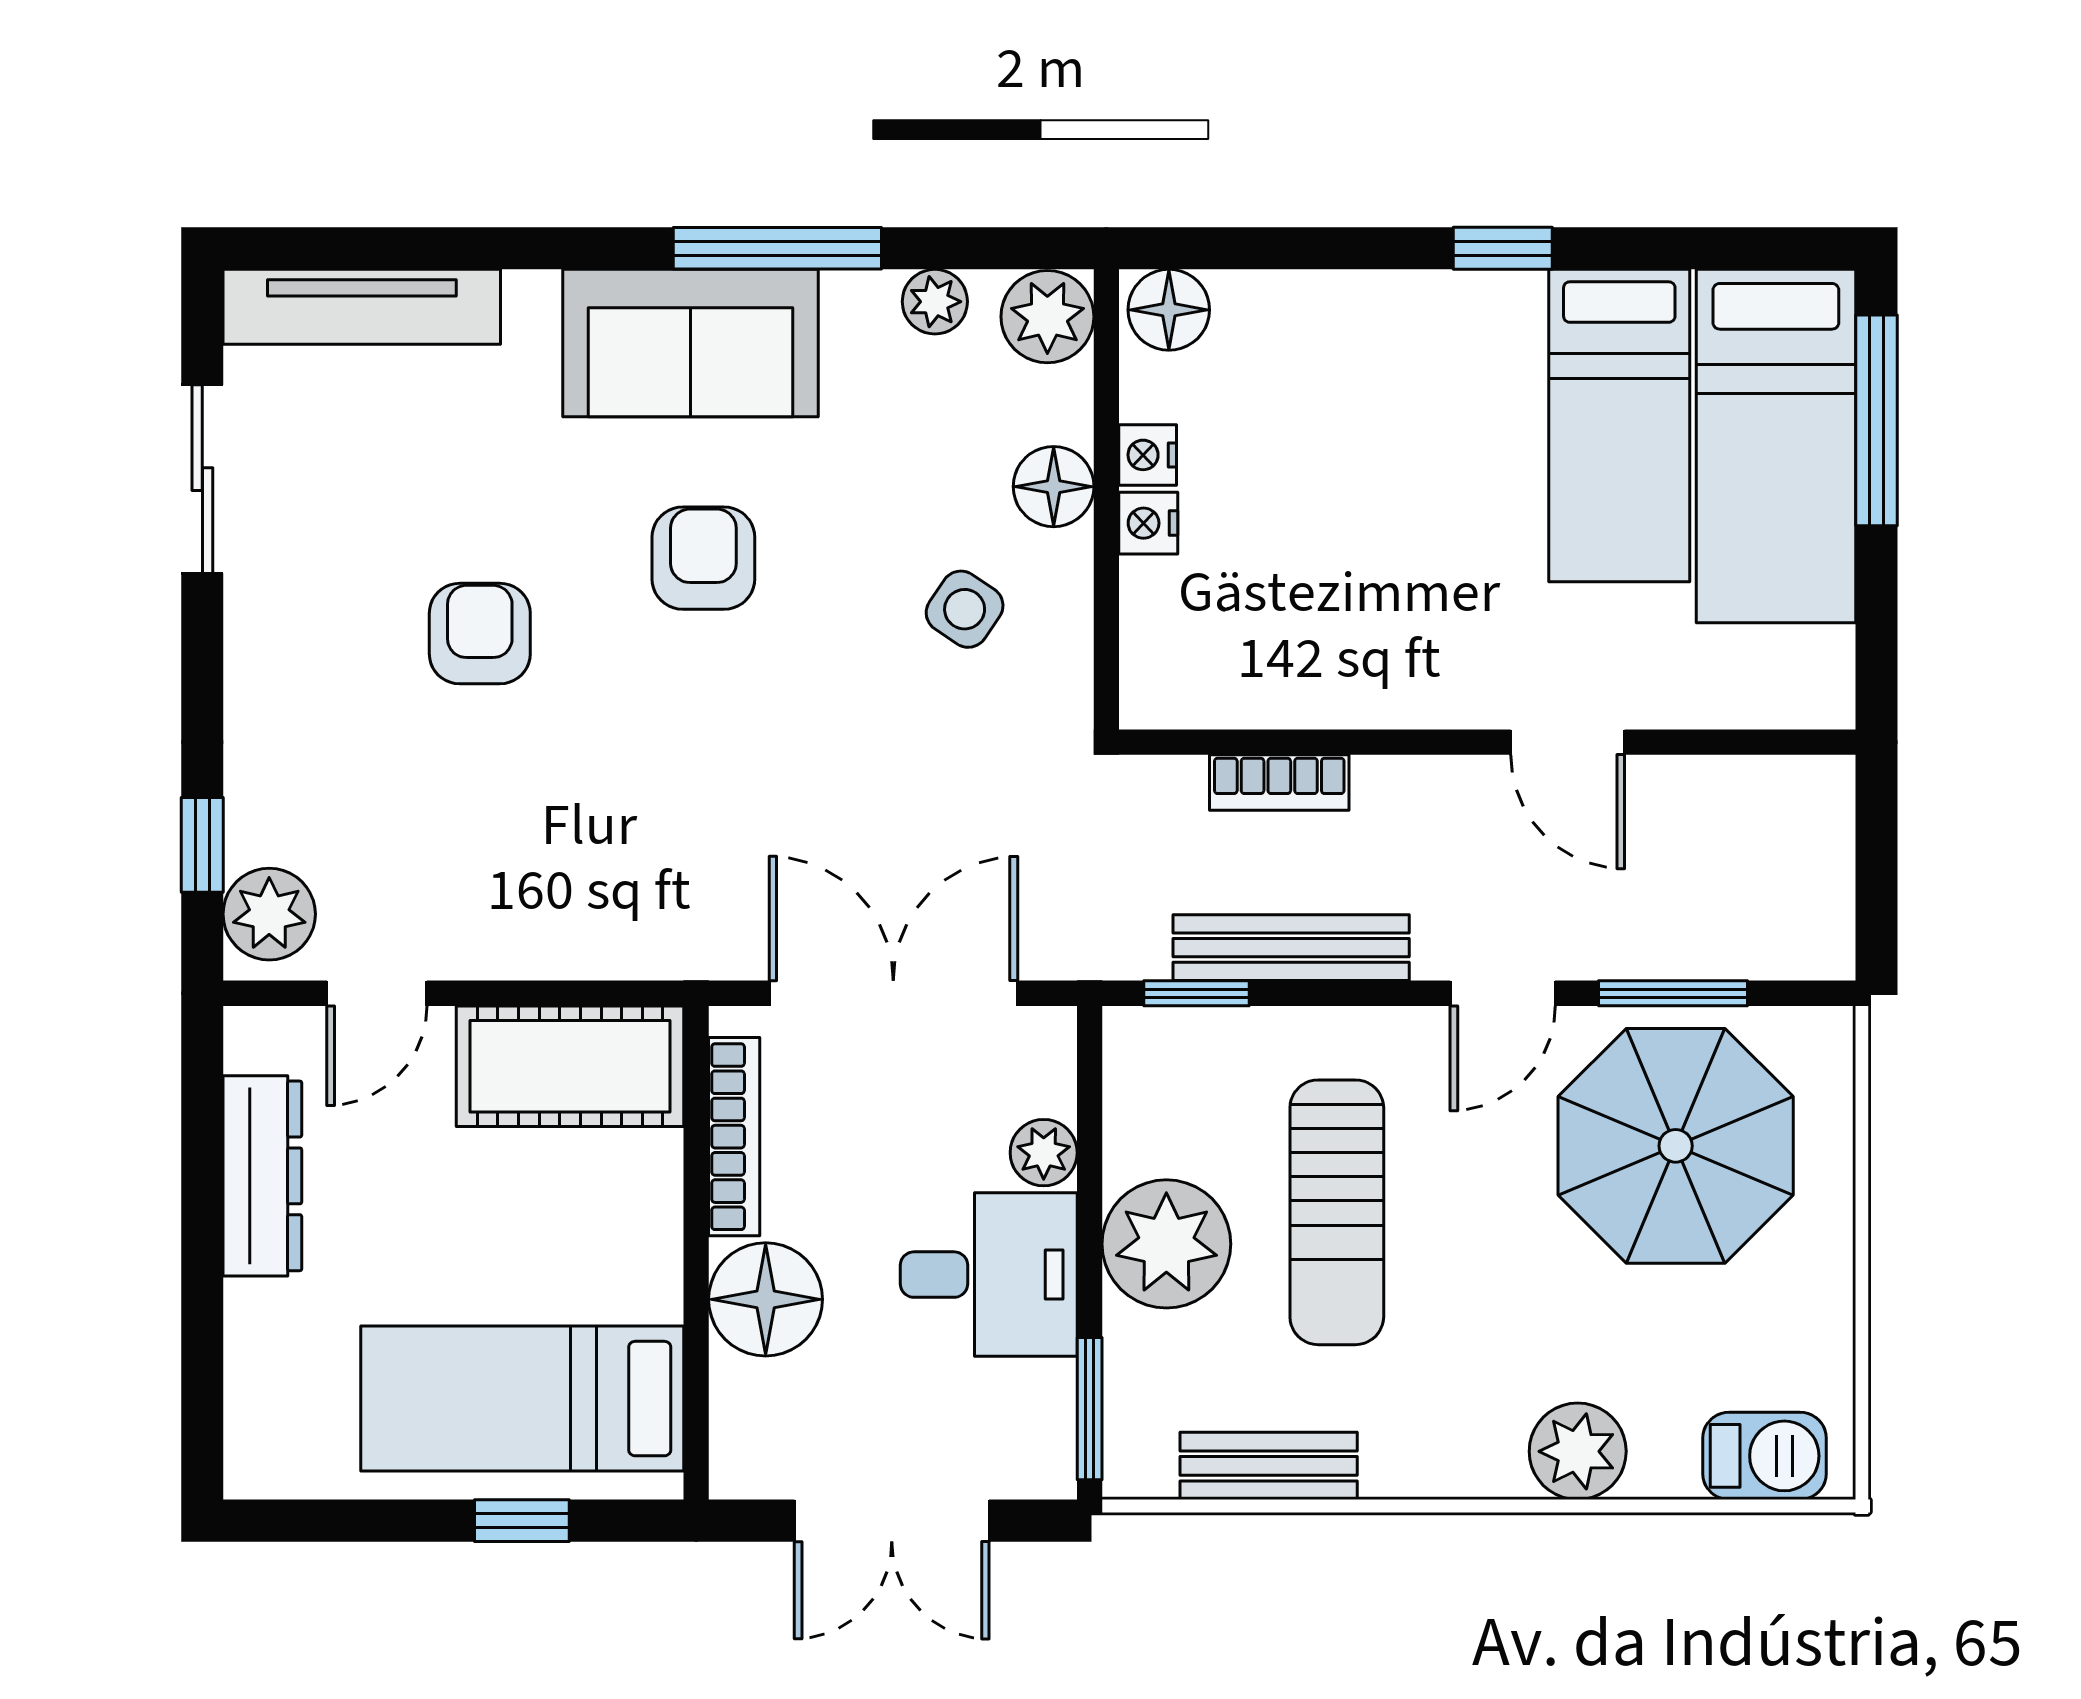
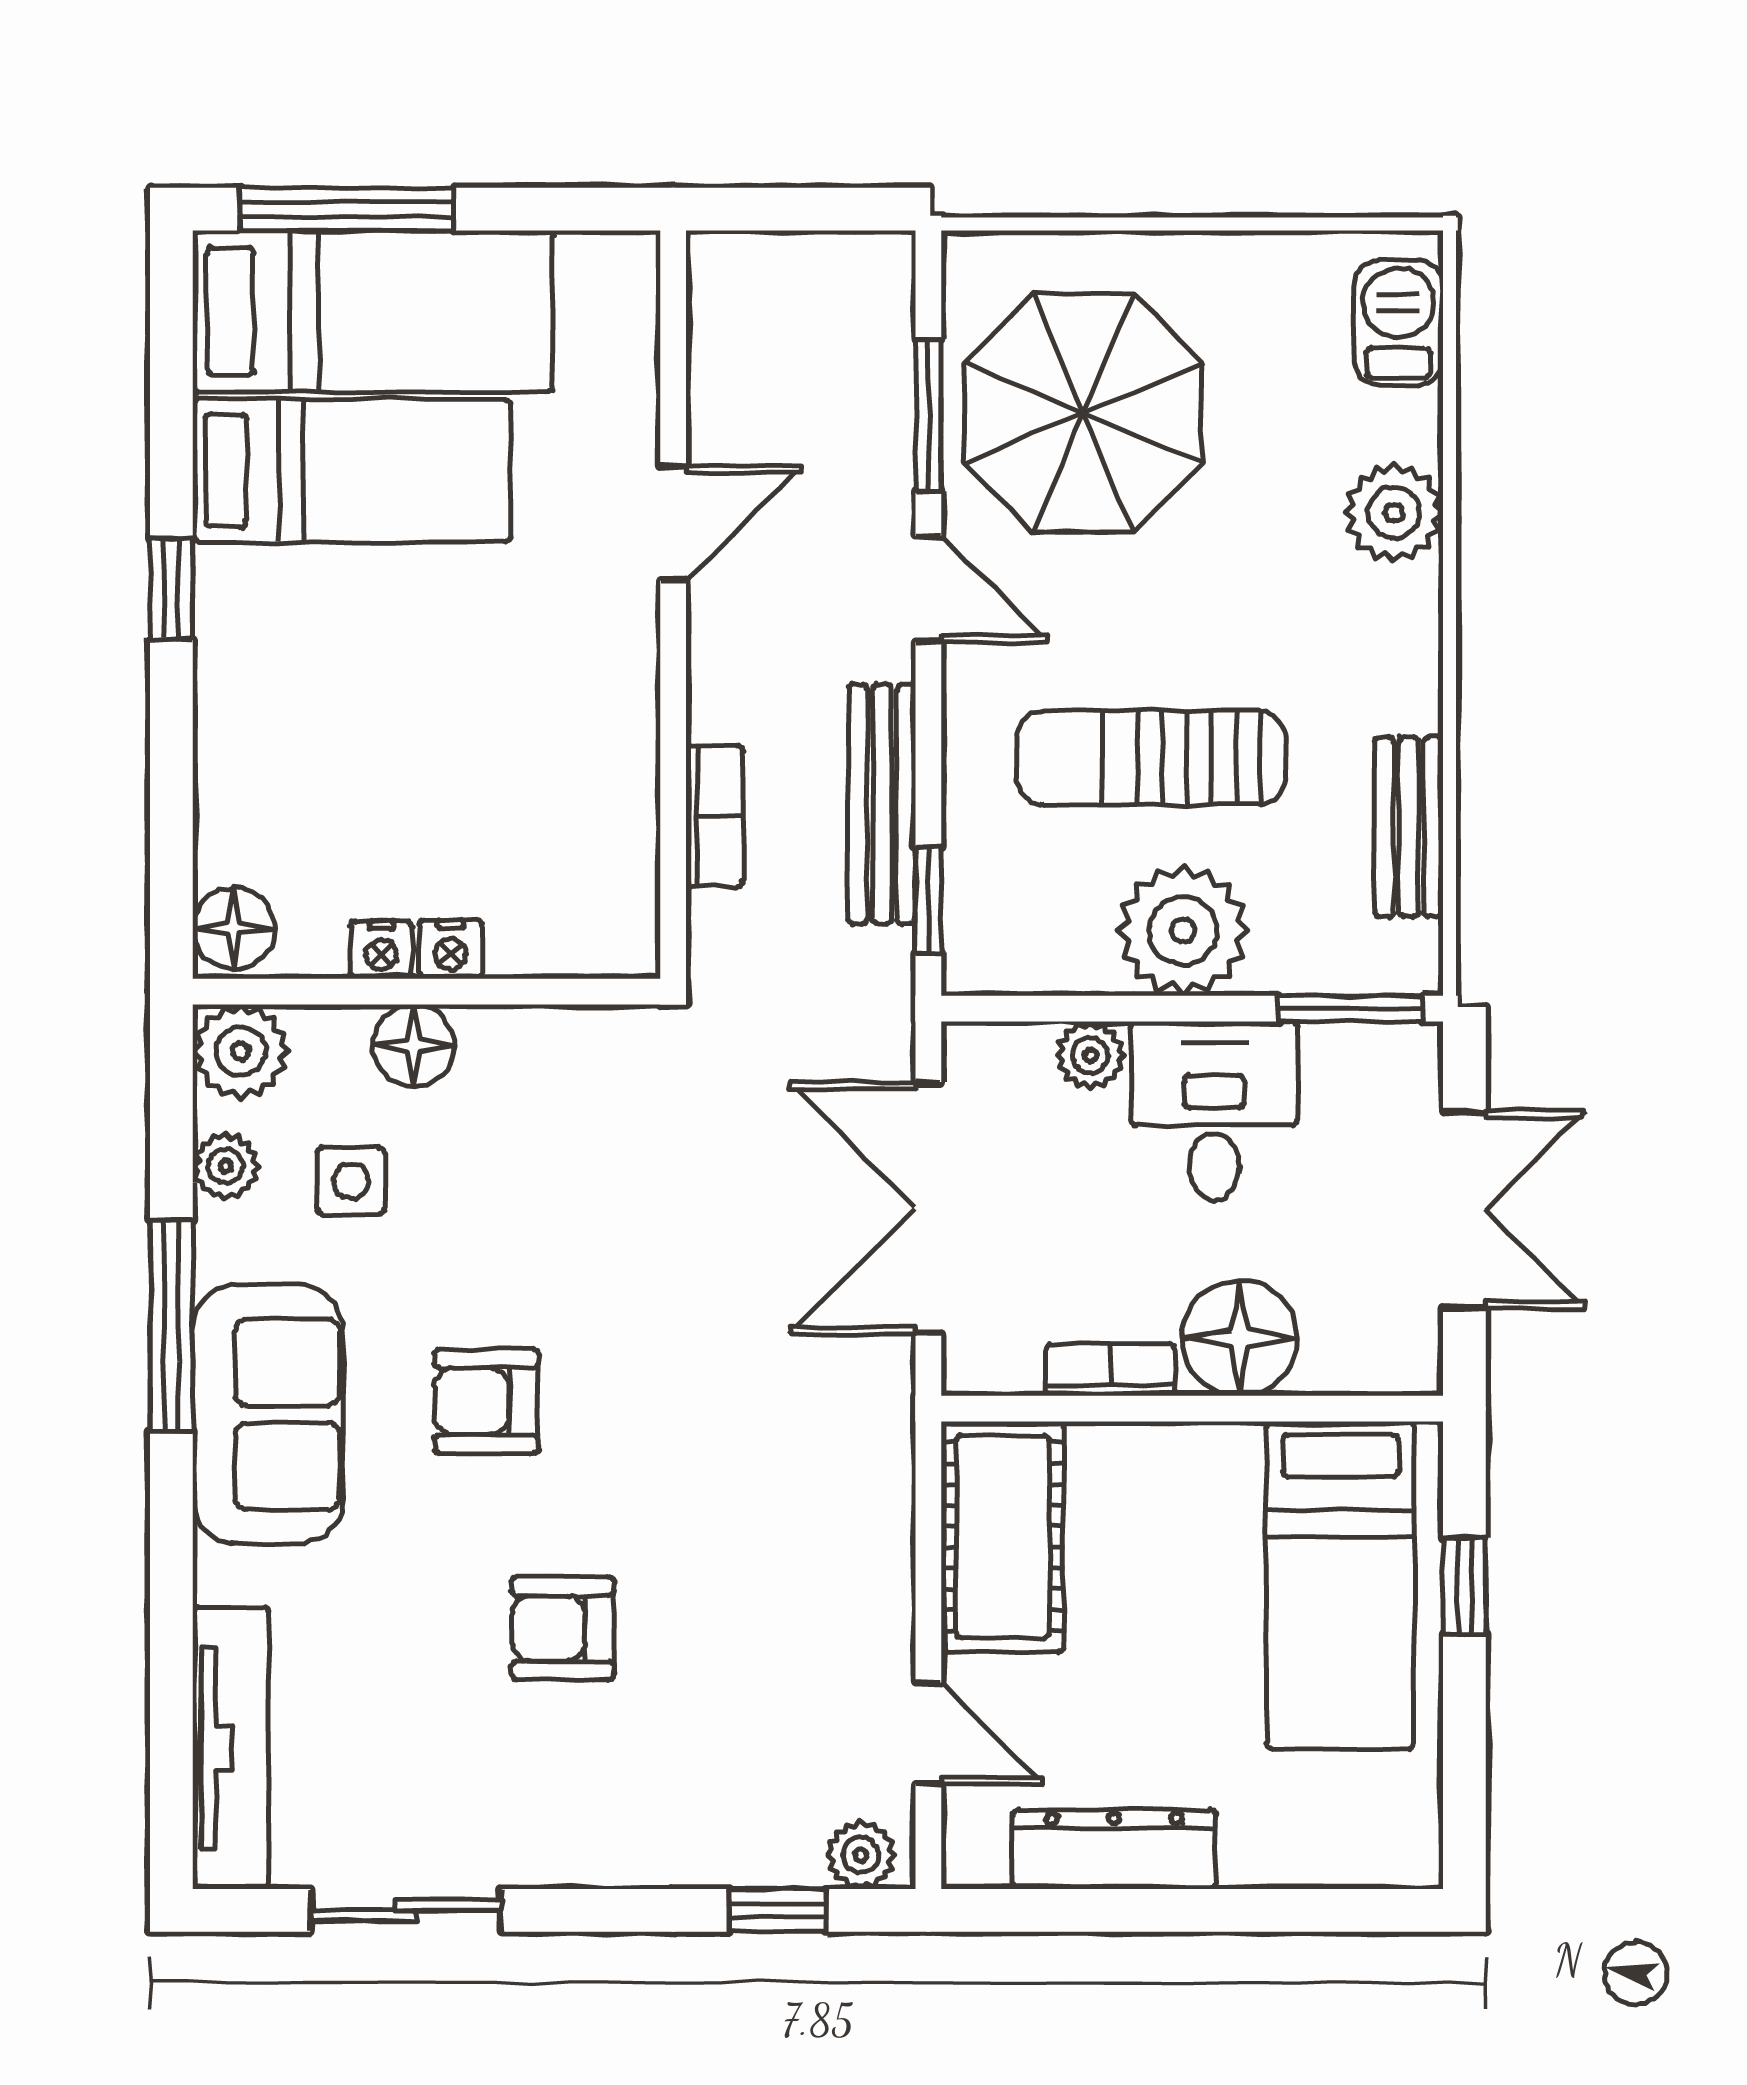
side table: (965, 609) -> (351, 1181), moved, turned -34
plant: (269, 914) -> (861, 1855), width x0.73, depth x0.73
bookcase: (734, 1137) -> (1110, 1370), width x0.64
sun lounger: (1337, 1212) -> (1151, 758), turned 180

